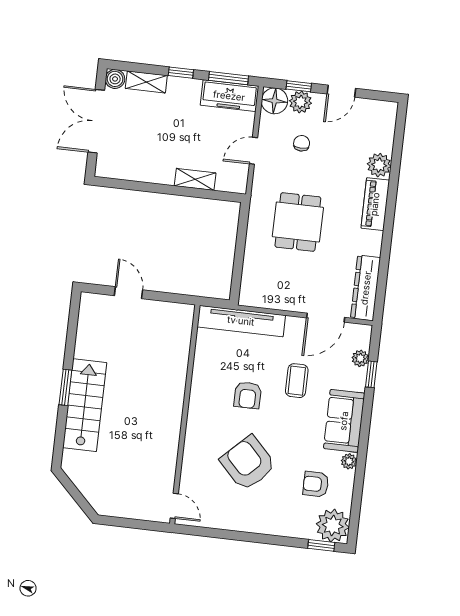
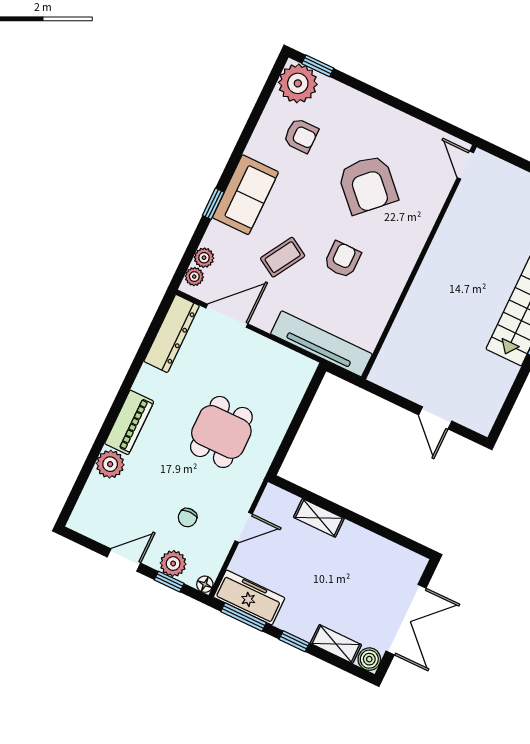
floor lamp: (274, 101) -> (205, 584), width x0.53, depth x0.53
window: (371, 374) -> (213, 204), moved
coffee table: (297, 381) -> (283, 257), turned 31
plant: (349, 461) -> (194, 277), moved

